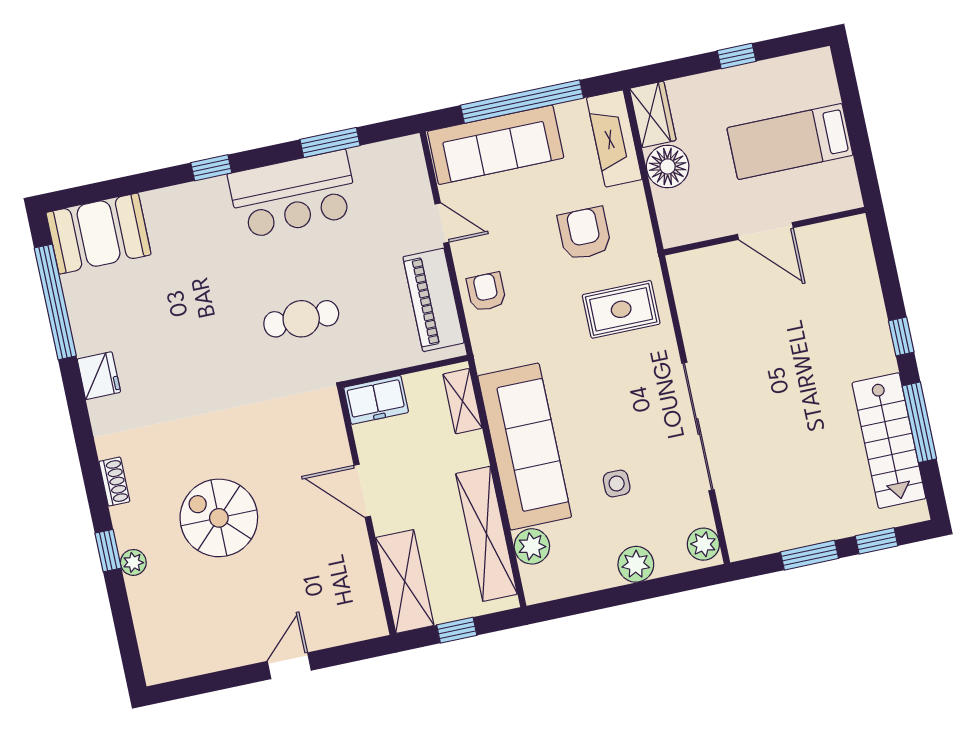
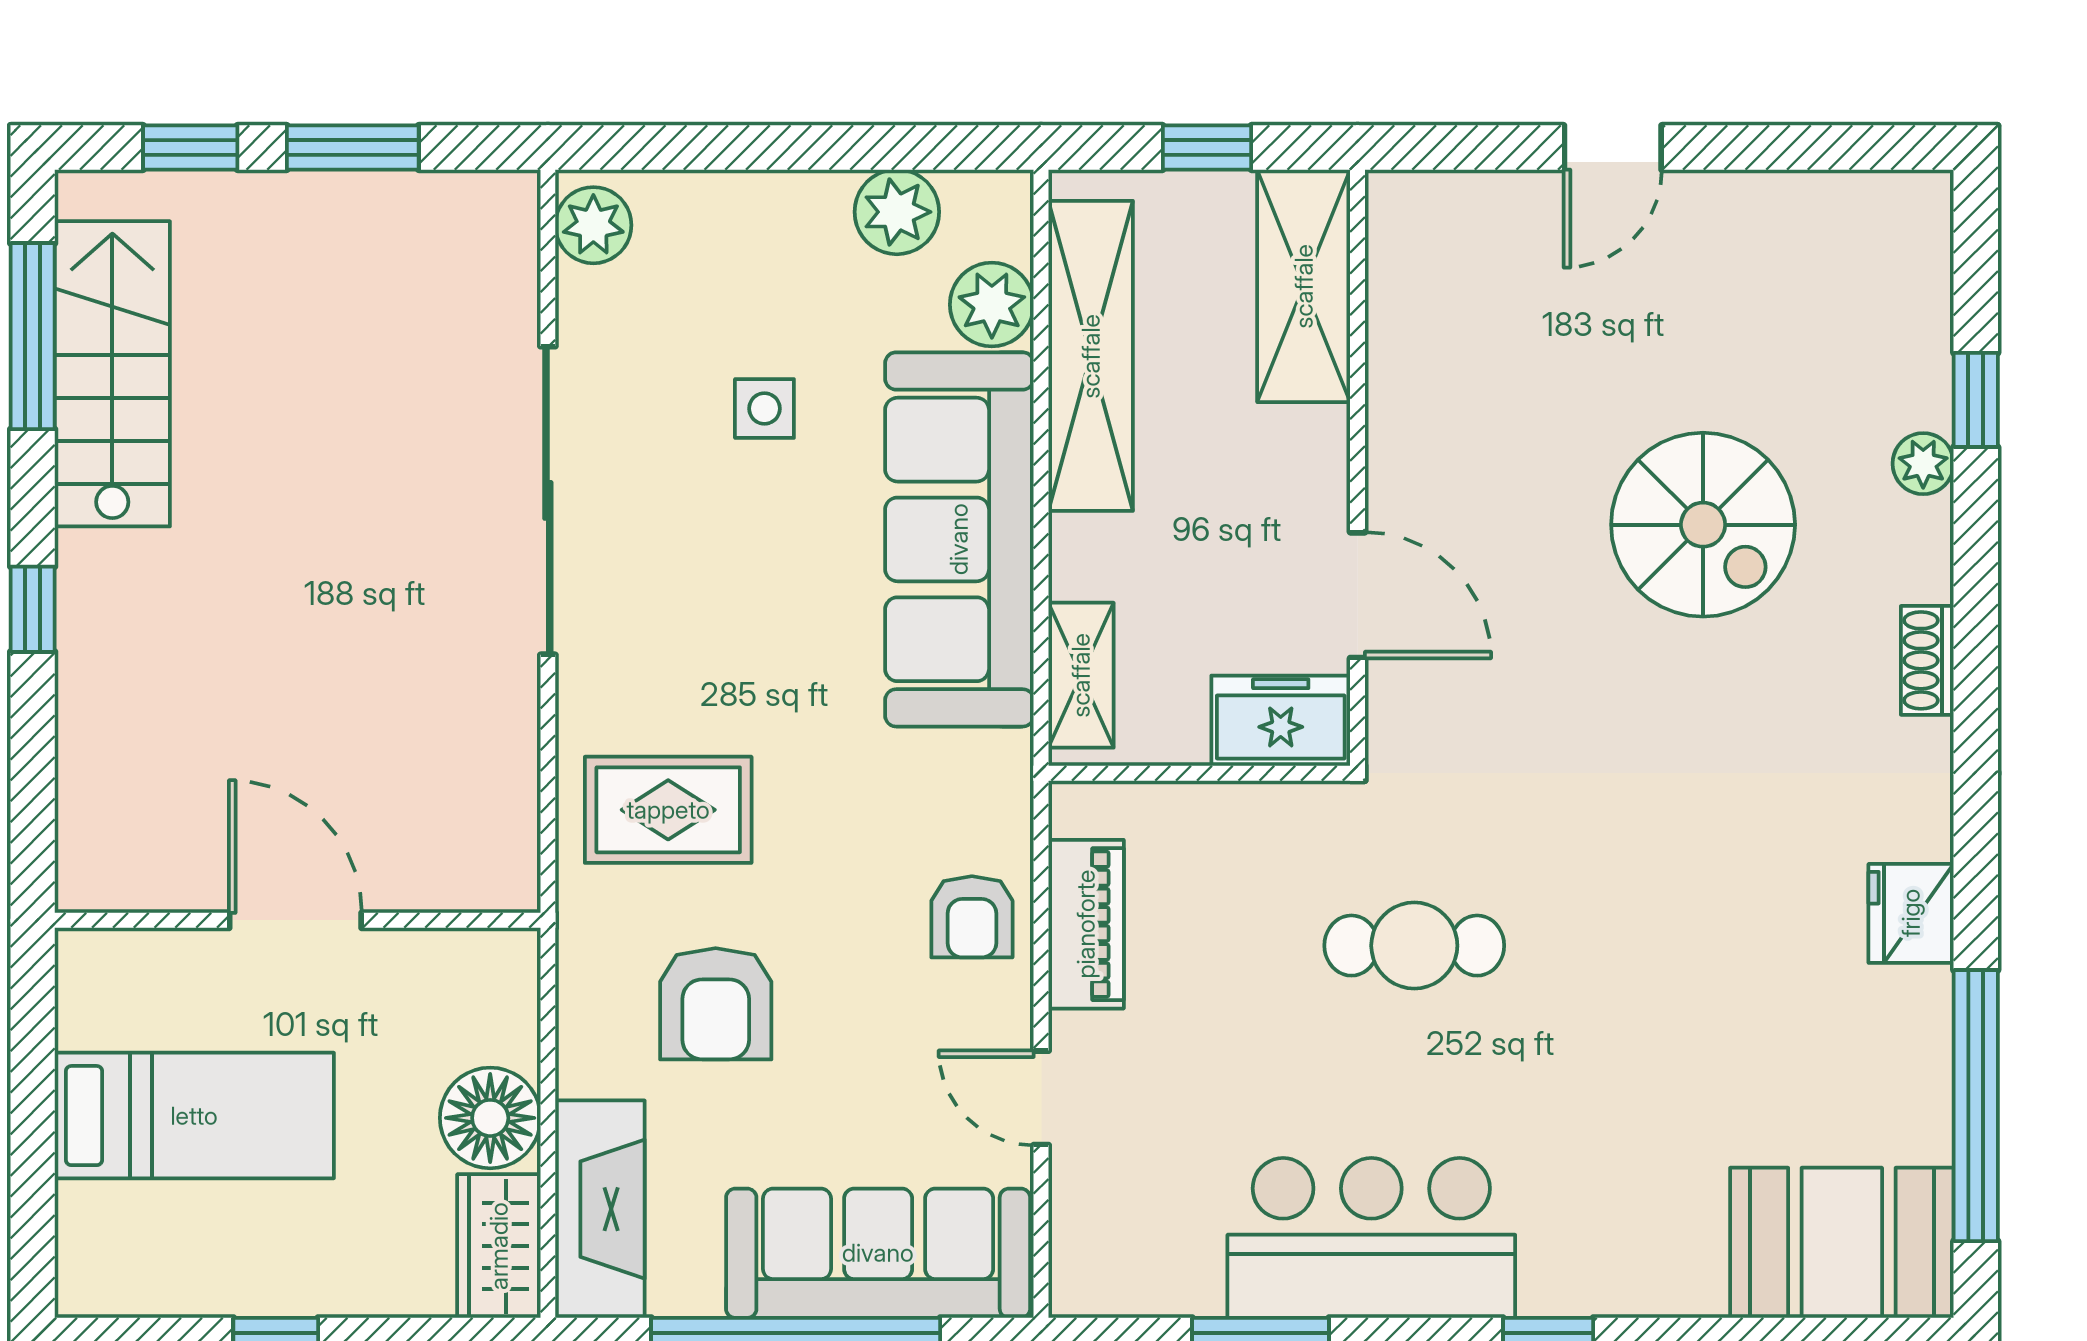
piano: (433, 300) -> (1086, 924), width x0.73, depth x0.75
window: (919, 422) -> (33, 336), moved
door: (362, 491) -> (1358, 595), moved
window: (108, 551) -> (1976, 400), moved
plant: (636, 564) -> (897, 212), moved

